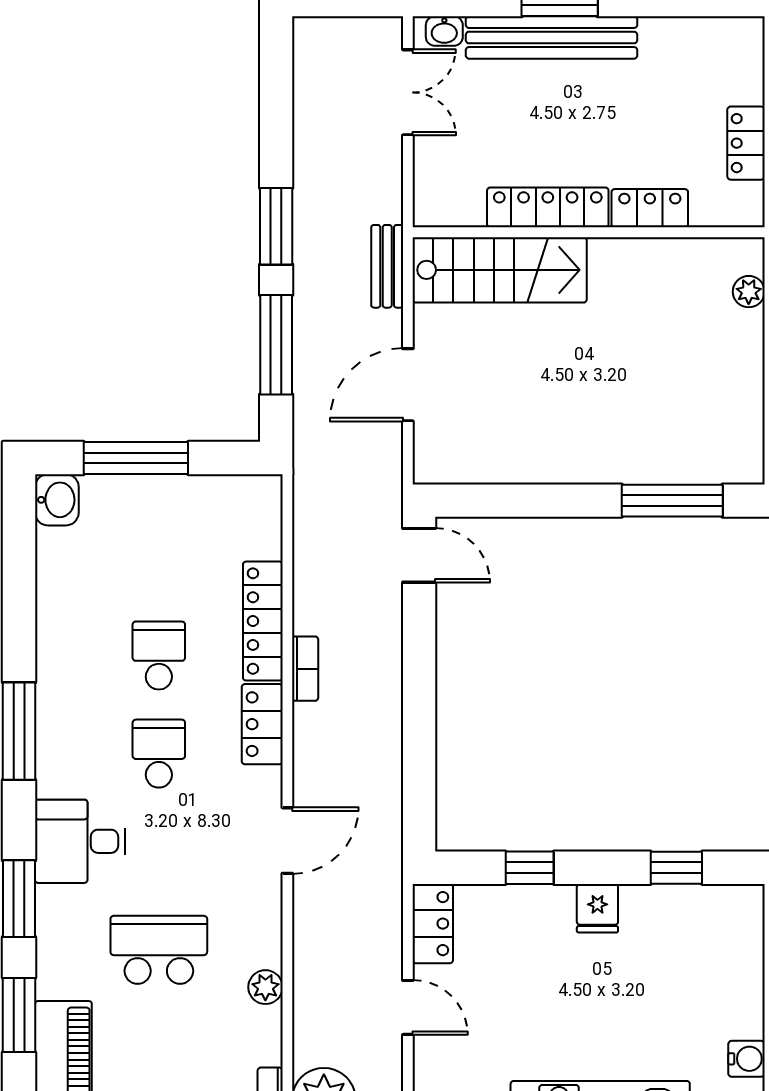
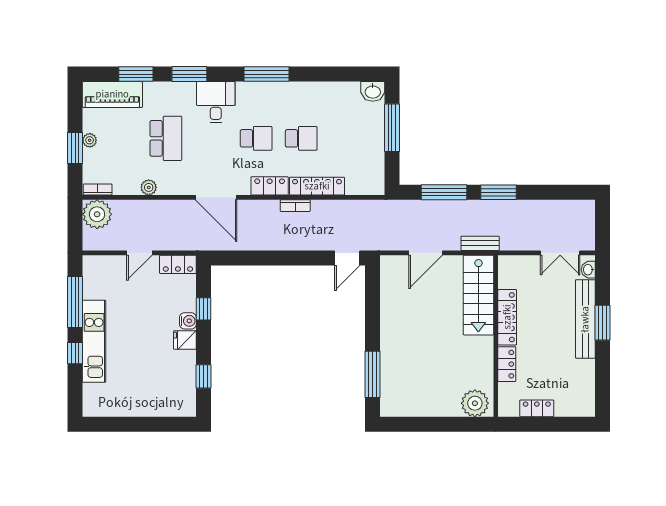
plant: (749, 292) -> (475, 403), width x1.88, depth x1.88
door: (408, 385) -> (426, 253), swing flipped
door: (287, 841) -> (216, 197), width x1.36
water cooler: (746, 1059) -> (188, 321), moved, turned -90

